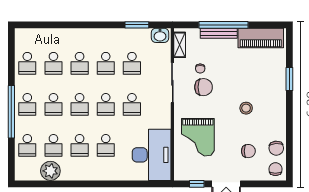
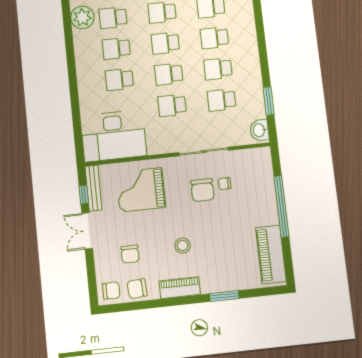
bench: (219, 33) -> (93, 188), moved
shelving: (180, 45) -> (251, 155), removed
piano: (279, 114) -> (180, 288), added

